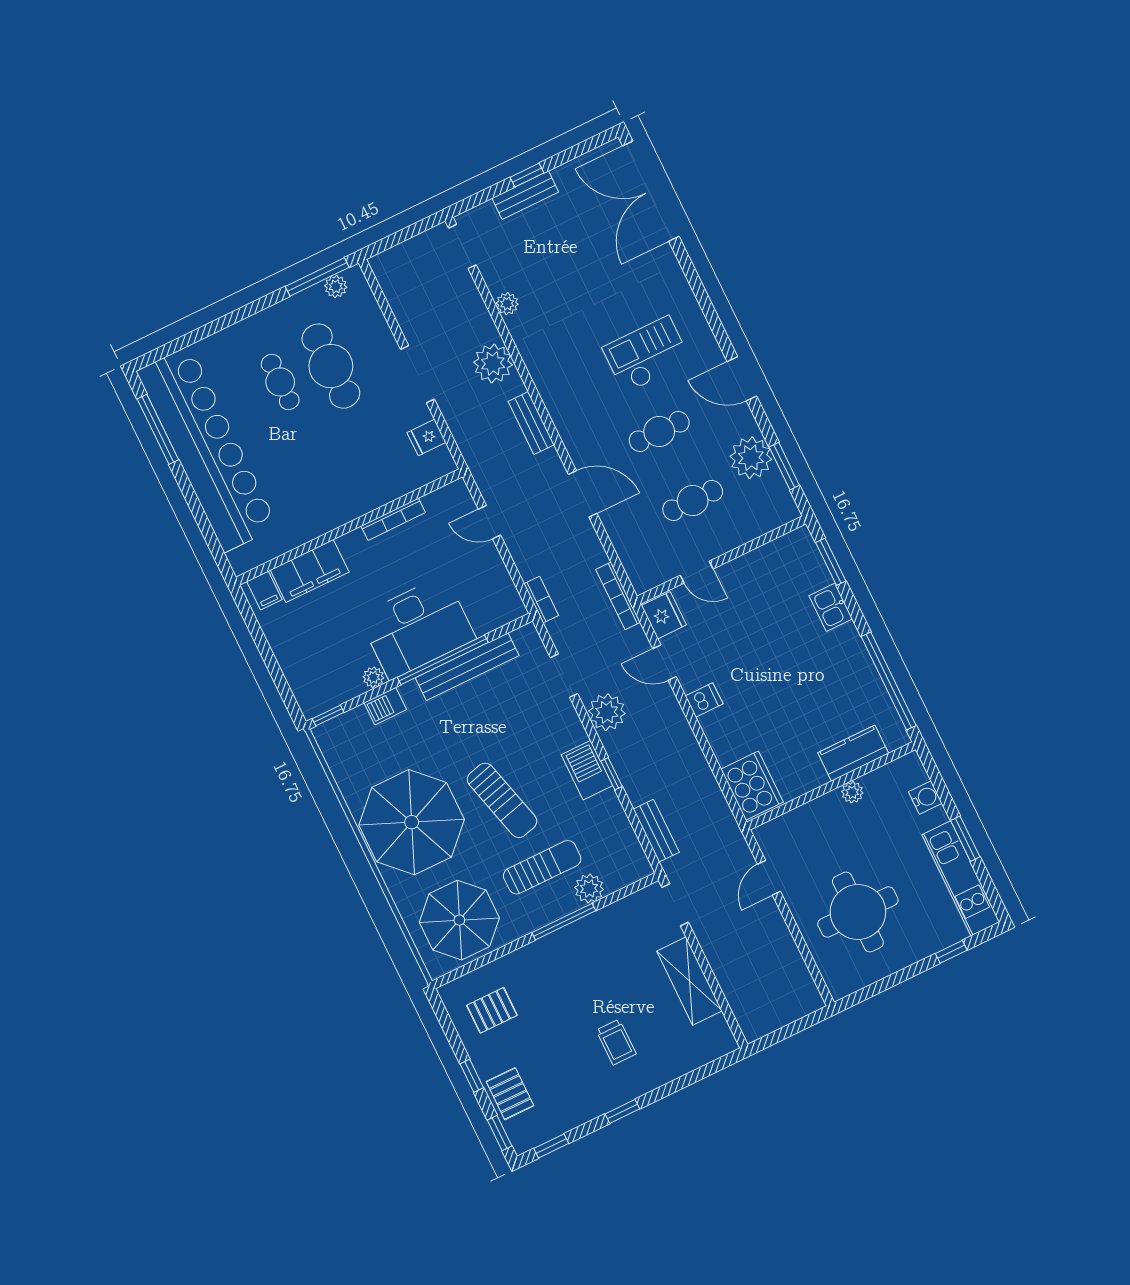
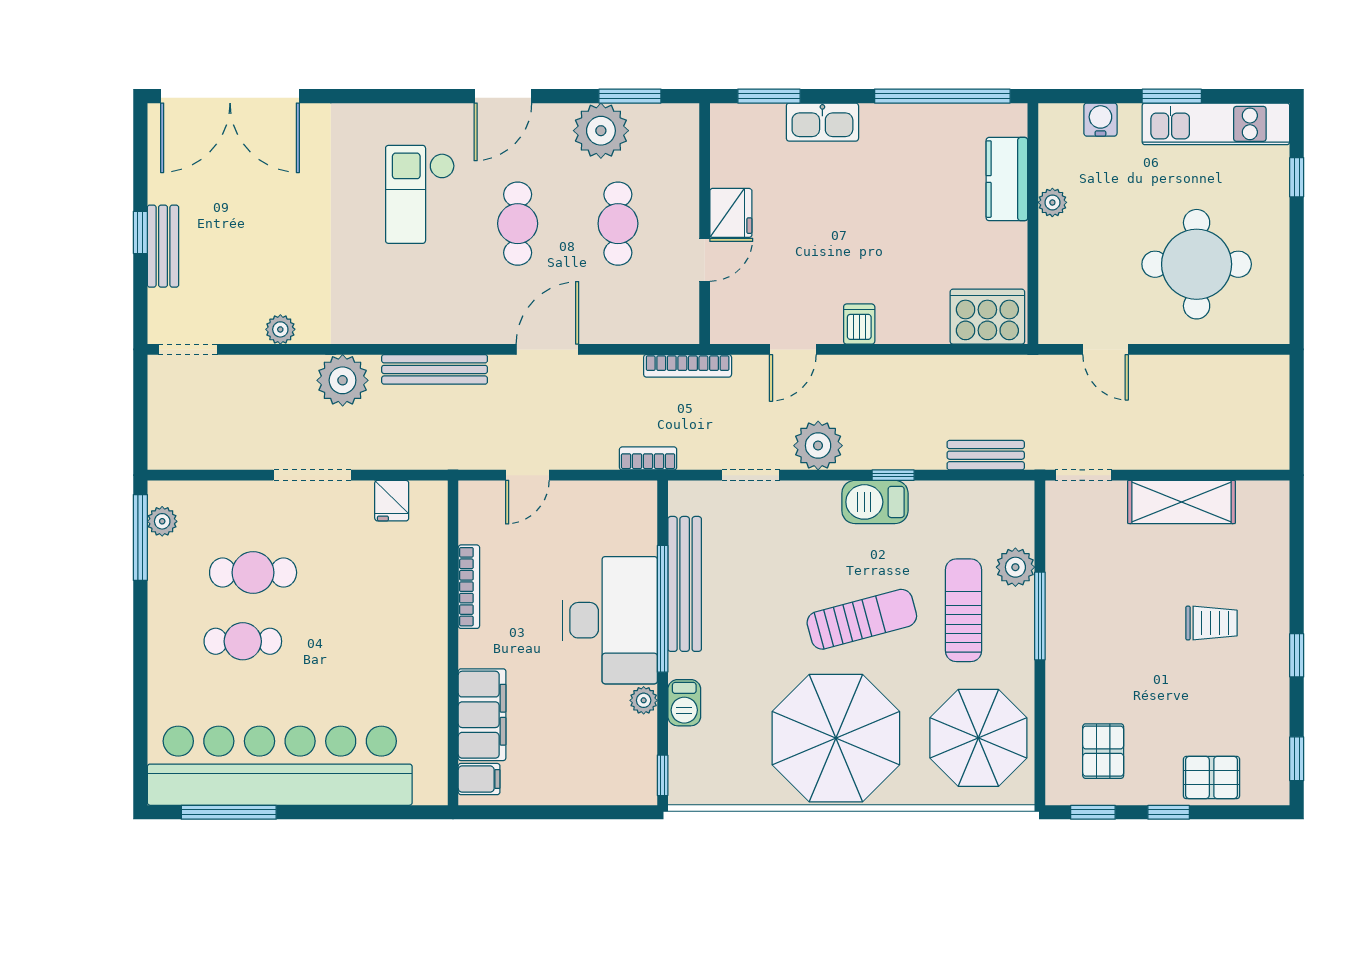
cafe table: (331, 366) -> (253, 573), width x0.73, depth x0.74
bench: (531, 423) -> (435, 369), width x1.36
kitchen sink: (831, 607) -> (822, 122), width x1.38
fridge: (664, 615) -> (731, 213), moved, turned 90
window: (500, 1133) -> (1093, 812), moved

